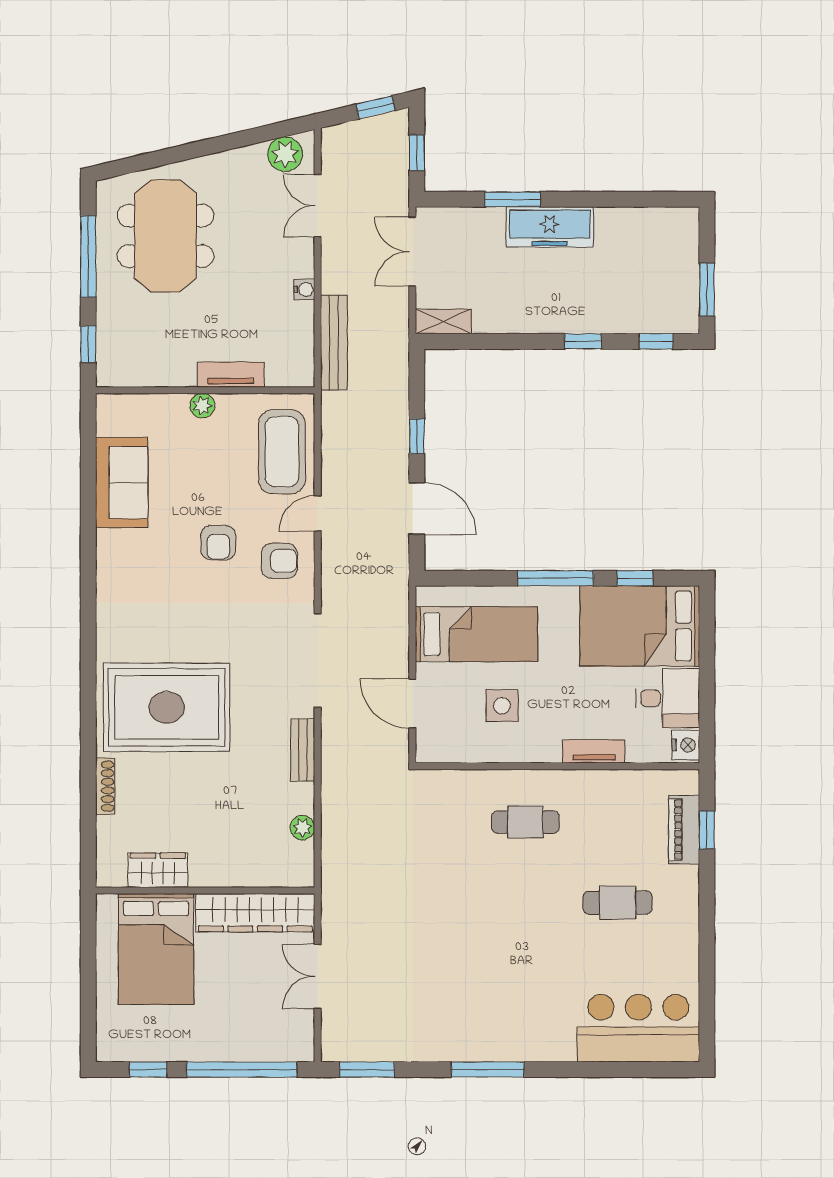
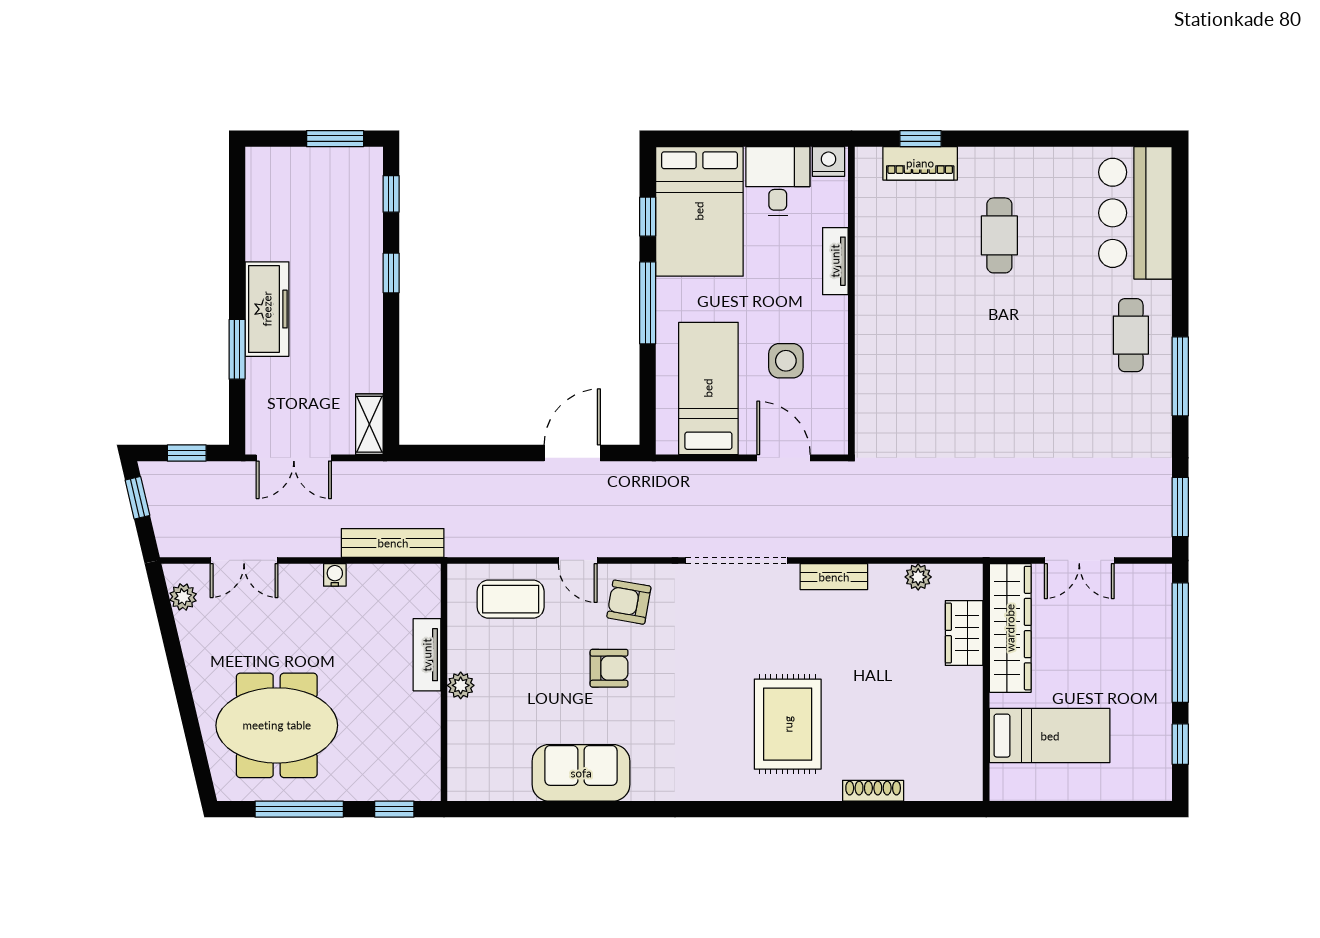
plant: (285, 154) -> (183, 597), width x0.73, depth x0.73
window: (417, 436) -> (494, 453), removed
coffee table: (282, 452) -> (511, 599), width x0.73, depth x0.76
sofa: (122, 483) -> (581, 773), moved
armchair: (279, 561) -> (629, 602), turned -80
door: (412, 704) -> (784, 458), swing flipped
rug: (167, 707) -> (788, 724), width x0.73, depth x0.69
cafe table: (525, 822) -> (1131, 335), moved
wardrobe: (158, 870) -> (964, 633), moved
bed: (156, 949) -> (1050, 736), width x0.67

